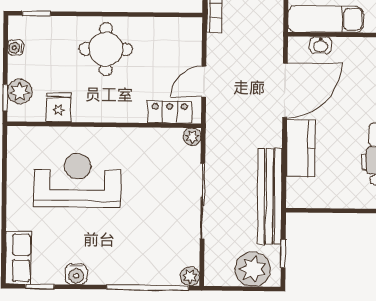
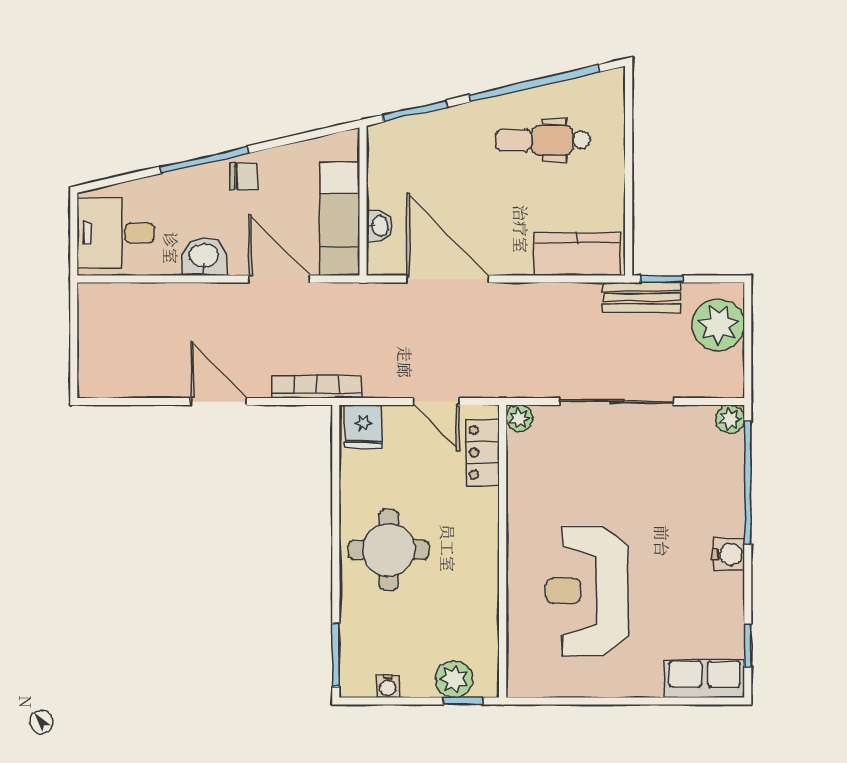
window: (36, 13) -> (336, 655), width x1.50
fridge: (59, 108) -> (363, 427), moved, turned -90
kitchen counter: (301, 148) -> (577, 254), moved
bench: (270, 196) -> (642, 297), width x0.54, depth x0.82
window: (283, 253) -> (662, 279), moved
water cooler: (76, 274) -> (728, 554), moved

